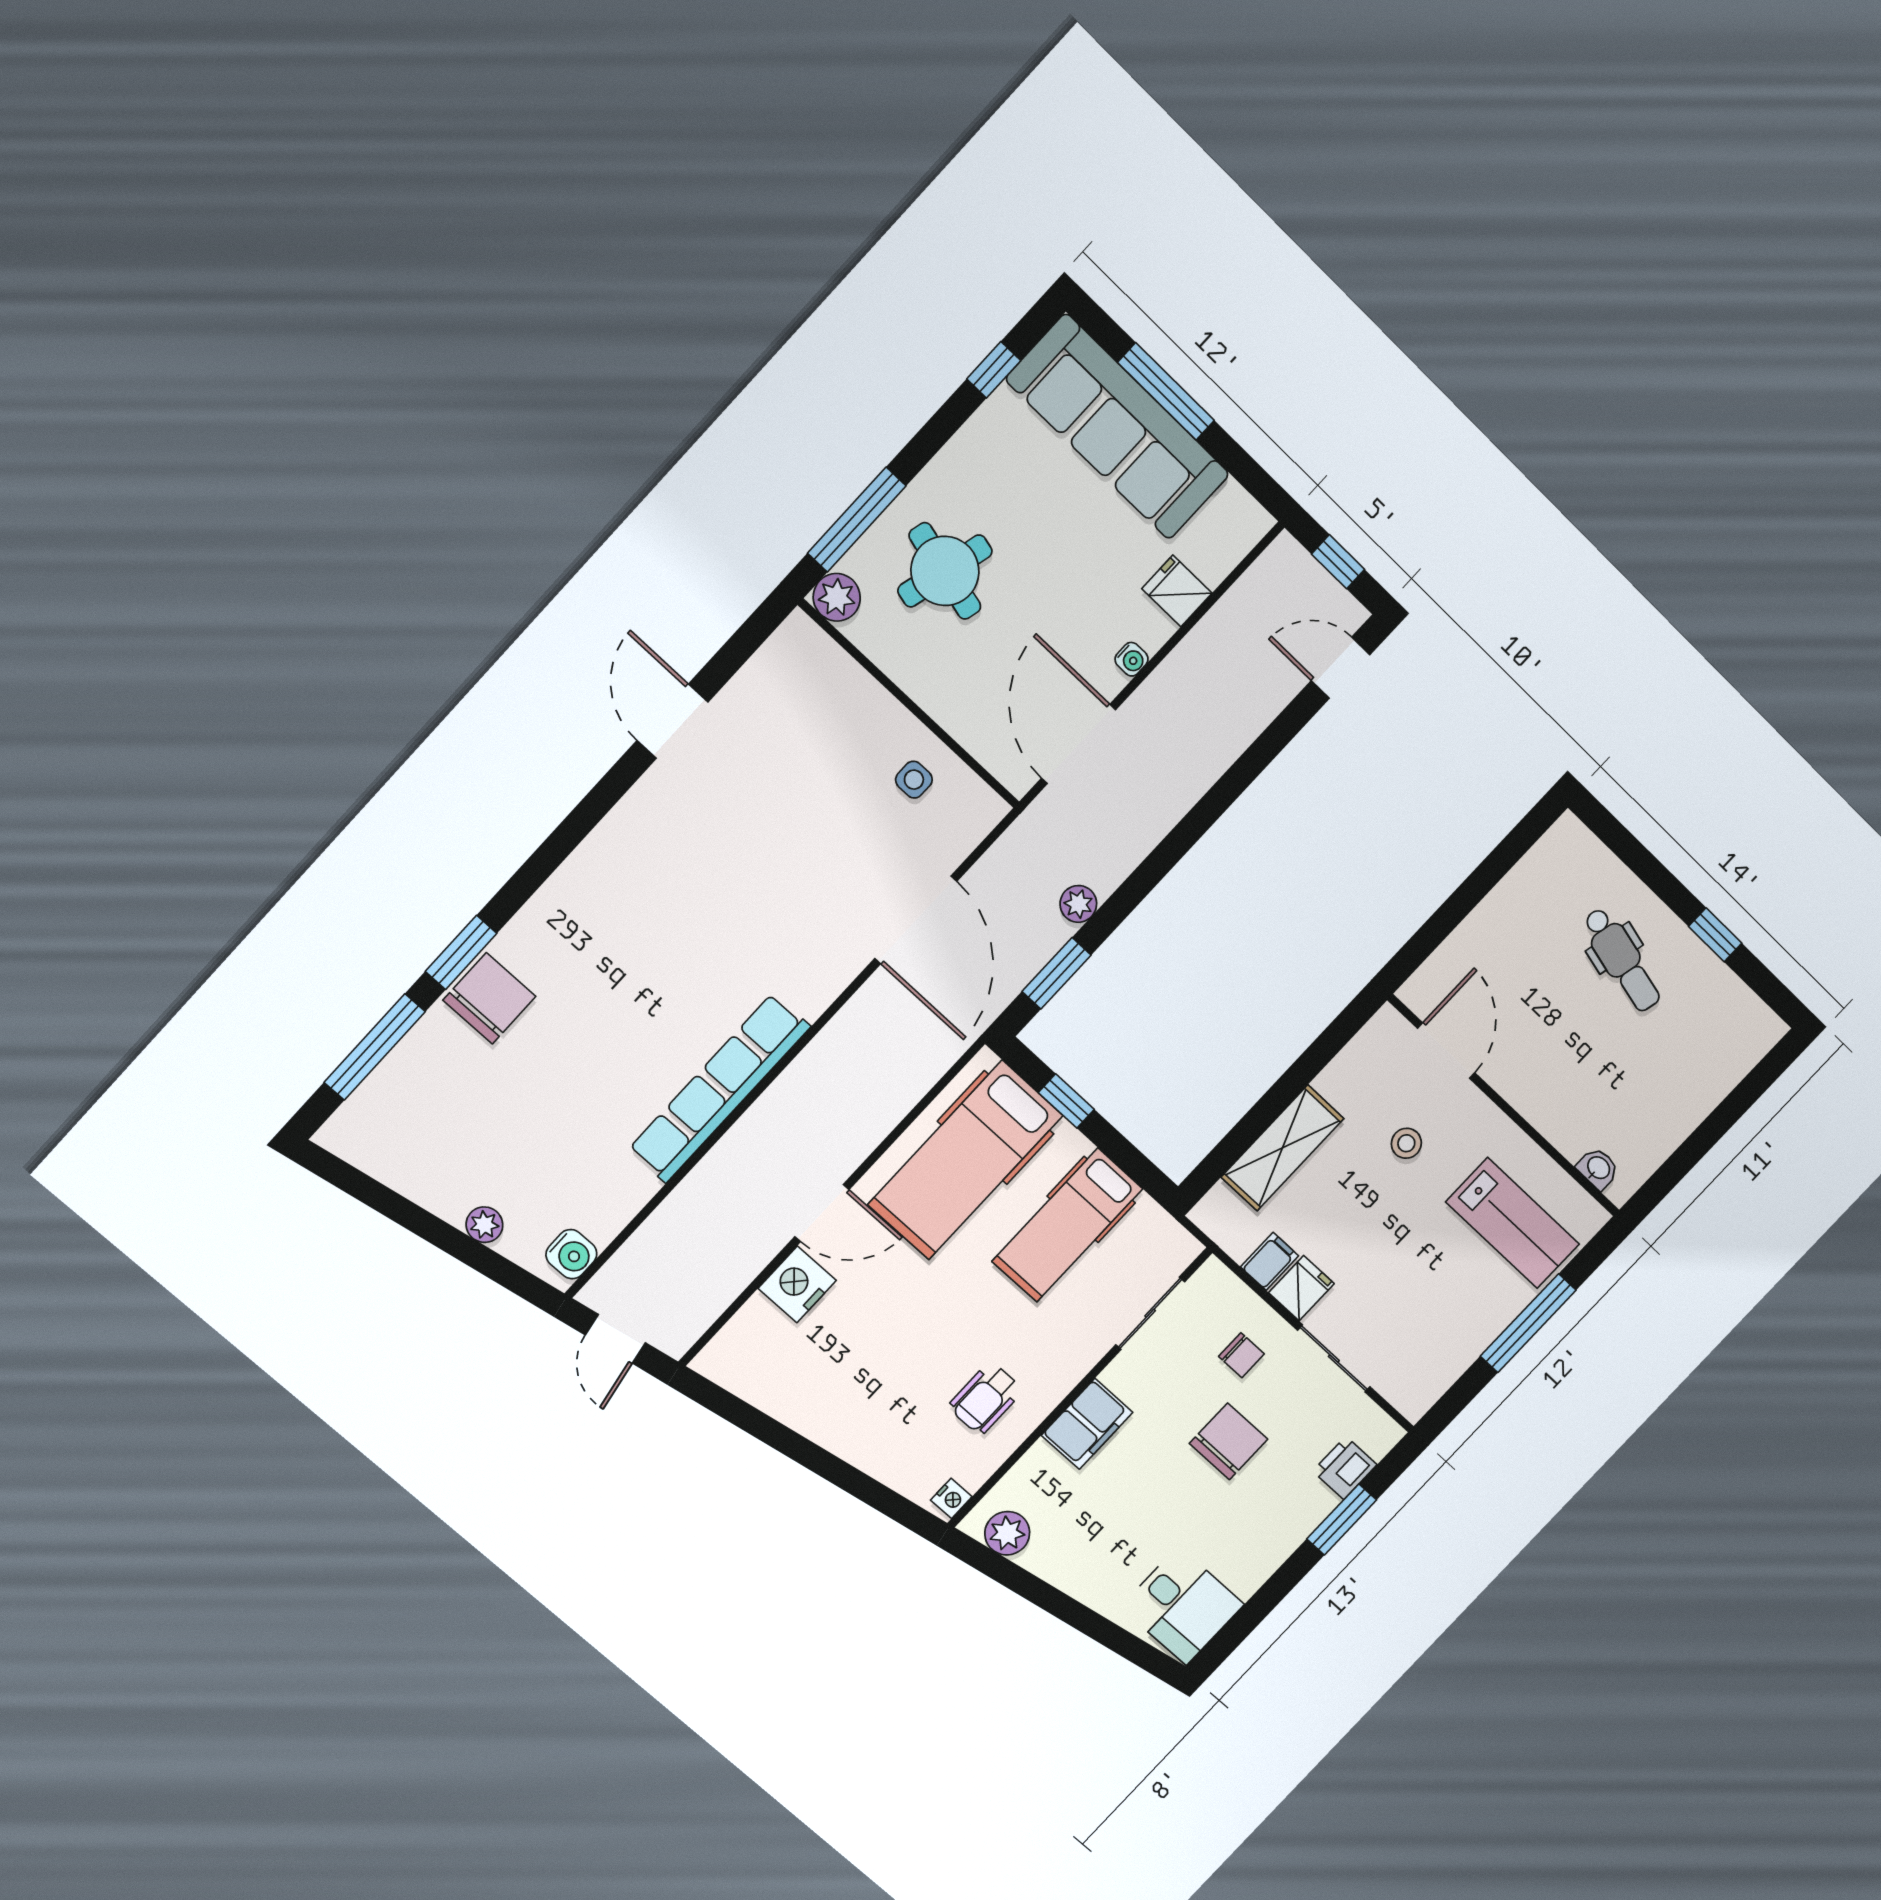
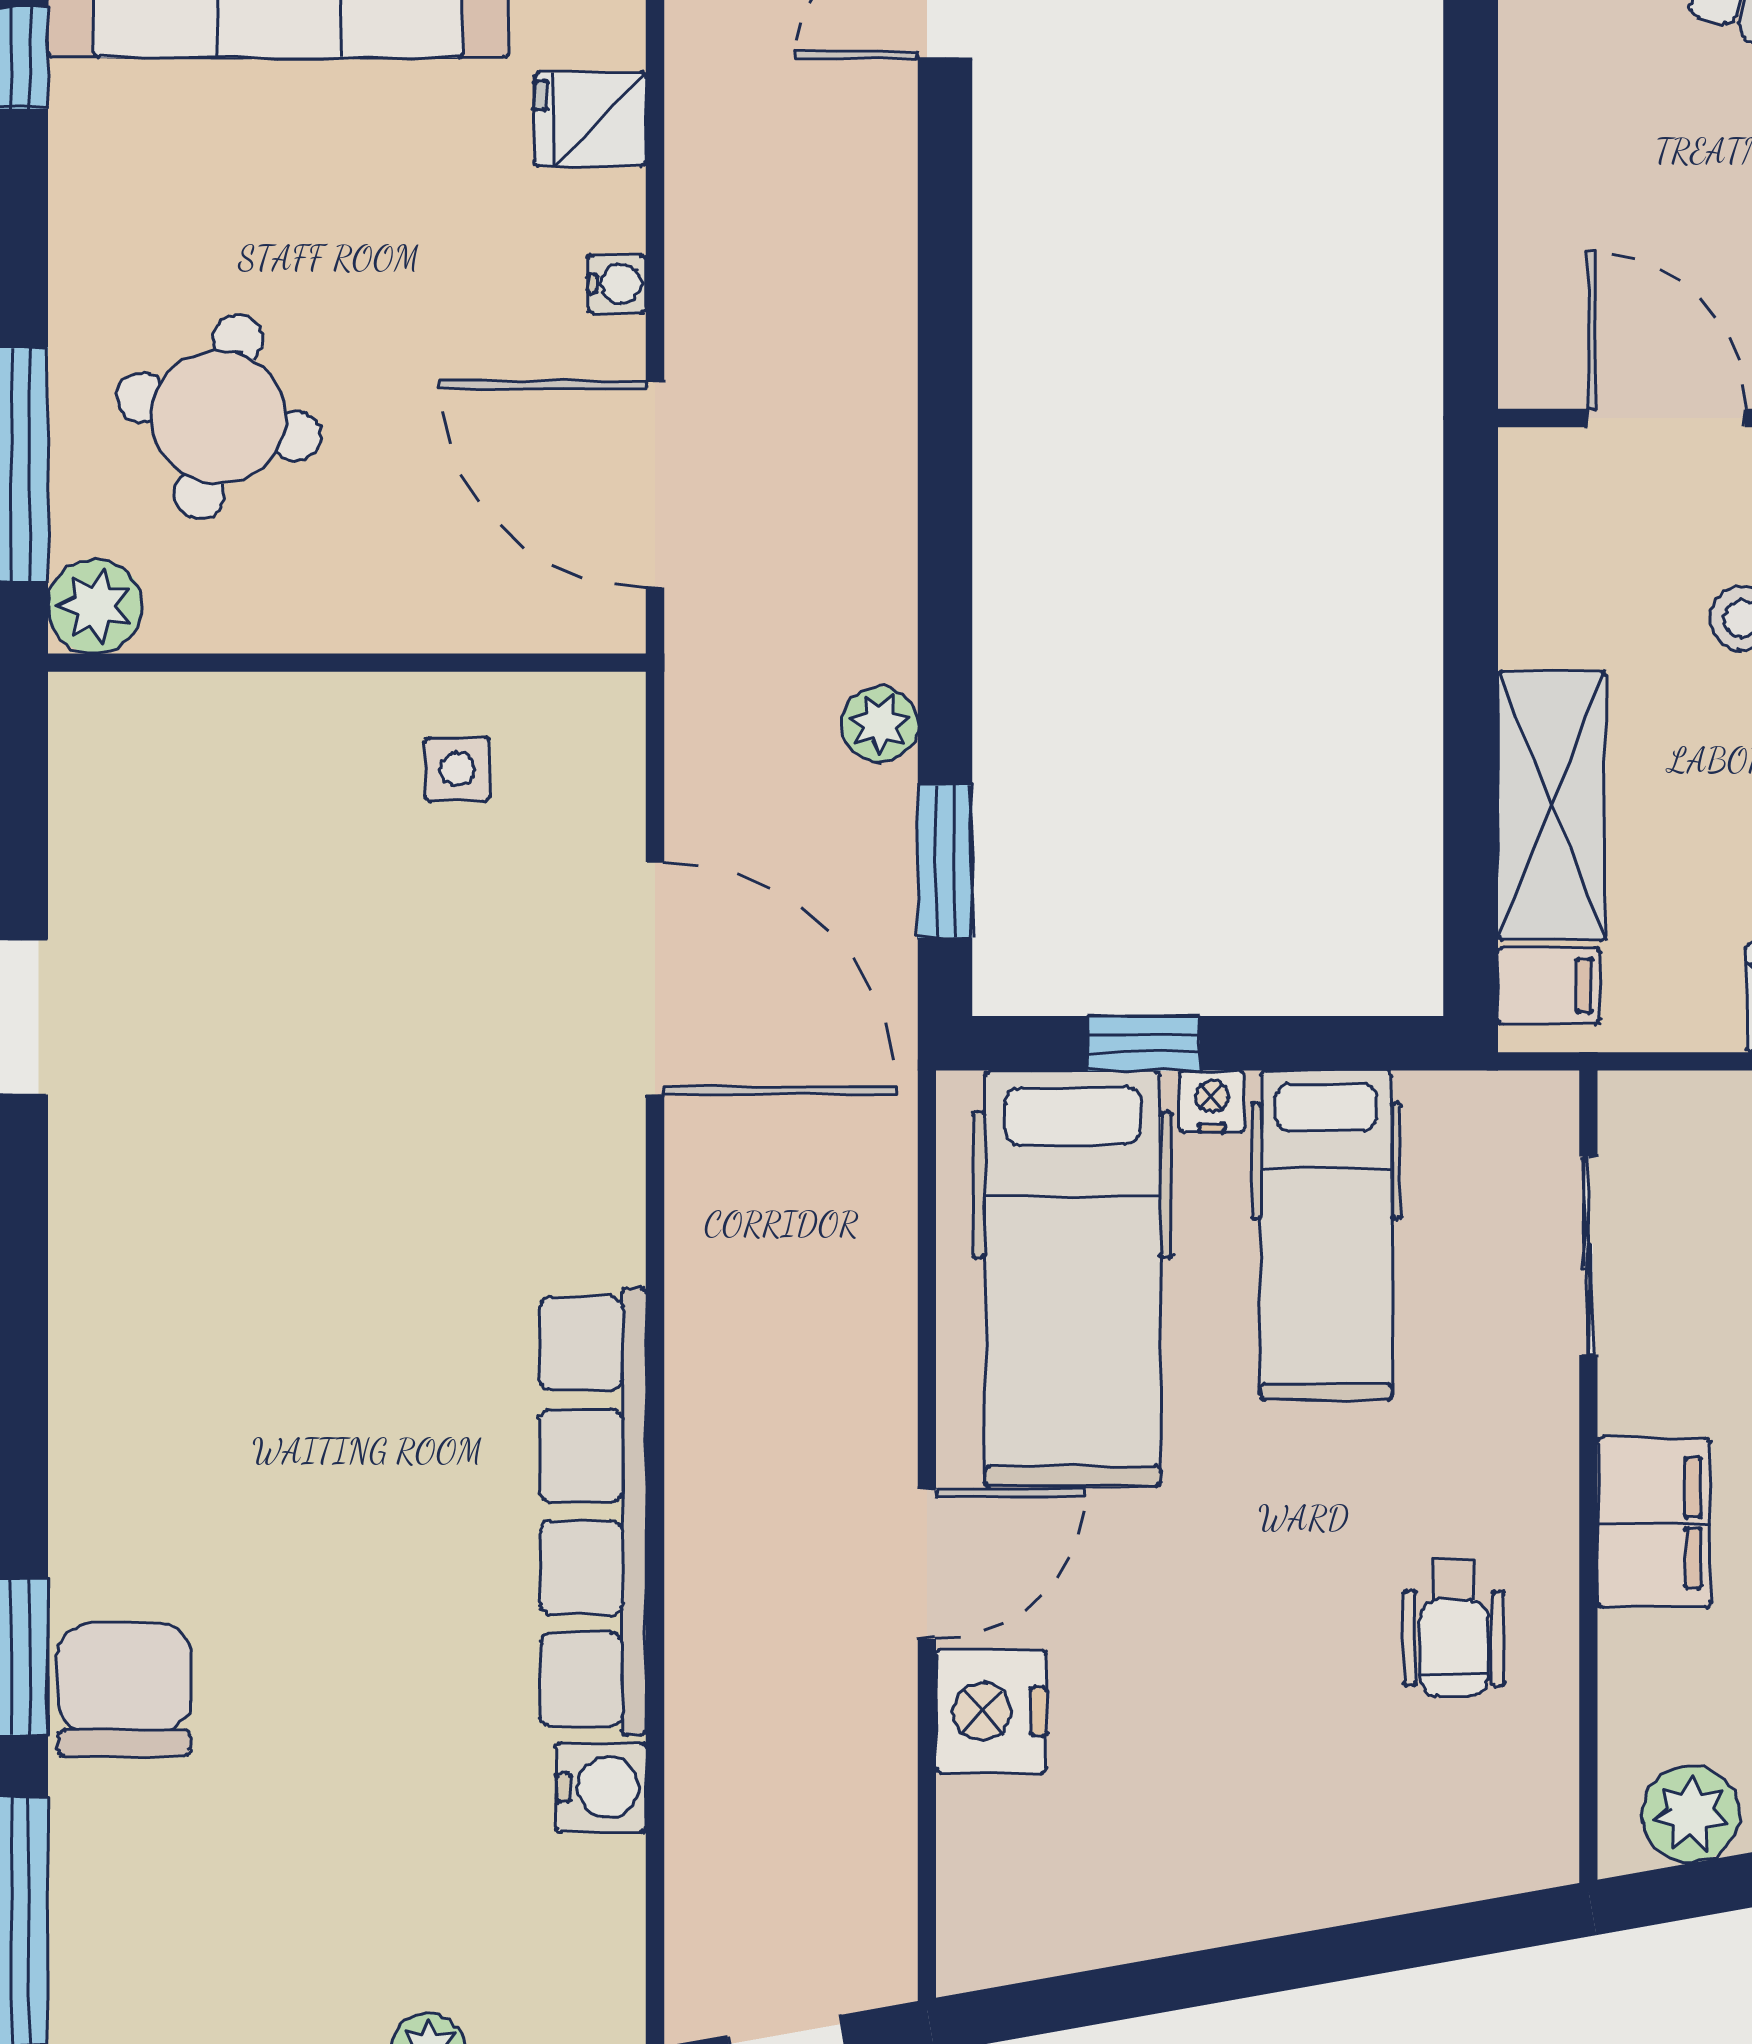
water cooler: (571, 1254) -> (601, 1787), moved
filing cabinet: (1270, 1261) -> (1549, 986), moved, turned 90
nightstand: (951, 1498) -> (1212, 1101), moved, turned -90

